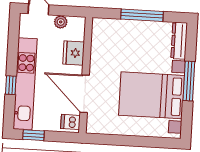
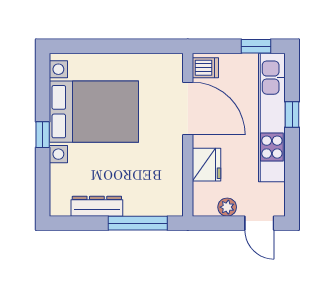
window: (142, 15) -> (138, 223), moved
dresser: (179, 41) -> (97, 206), moved, turned -90
window: (189, 81) -> (43, 135), width x0.46

